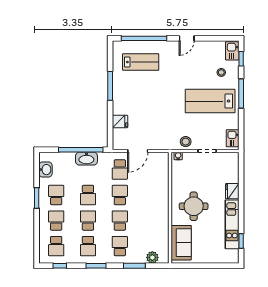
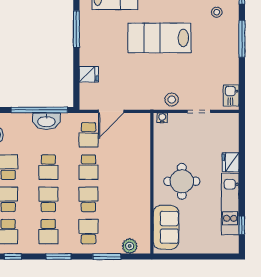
lab bench: (210, 101) -> (159, 38), moved
school desk: (120, 195) -> (89, 167), turned 180

